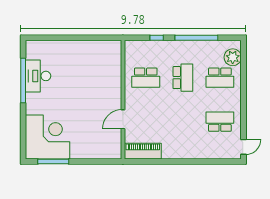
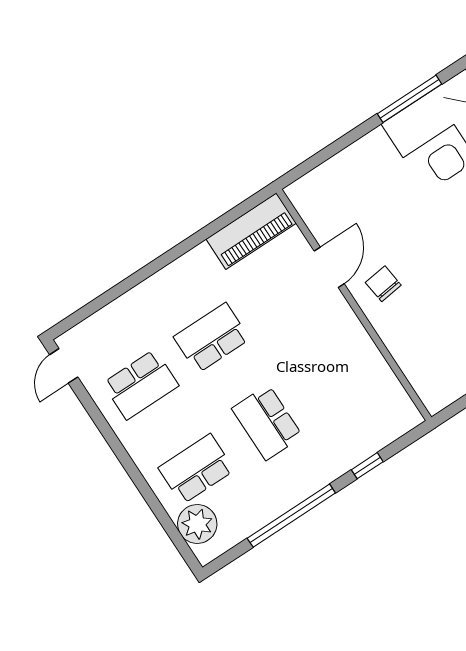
school desk: (146, 78) -> (212, 338), moved
chair: (107, 100) -> (383, 284), added

